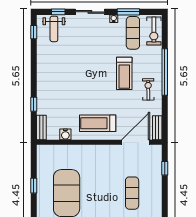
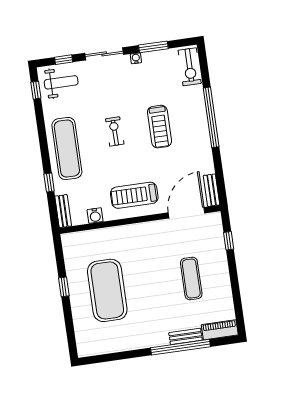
weight bench: (54, 29) -> (61, 82), turned -90
exercise mat: (133, 33) -> (67, 149), moved, width x1.36, depth x1.45
exercise bike: (148, 89) -> (115, 131), moved

